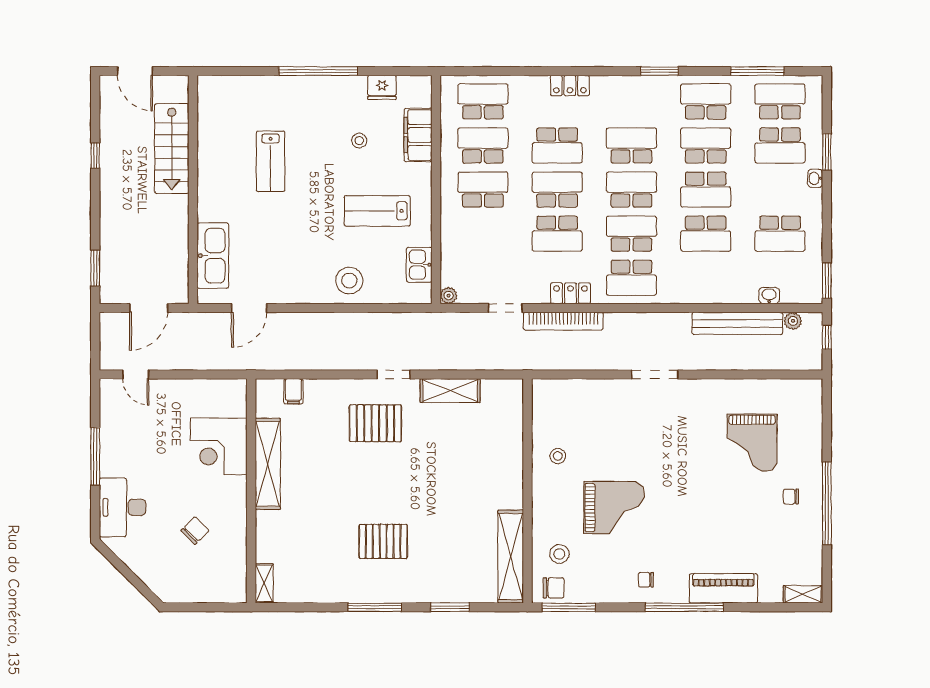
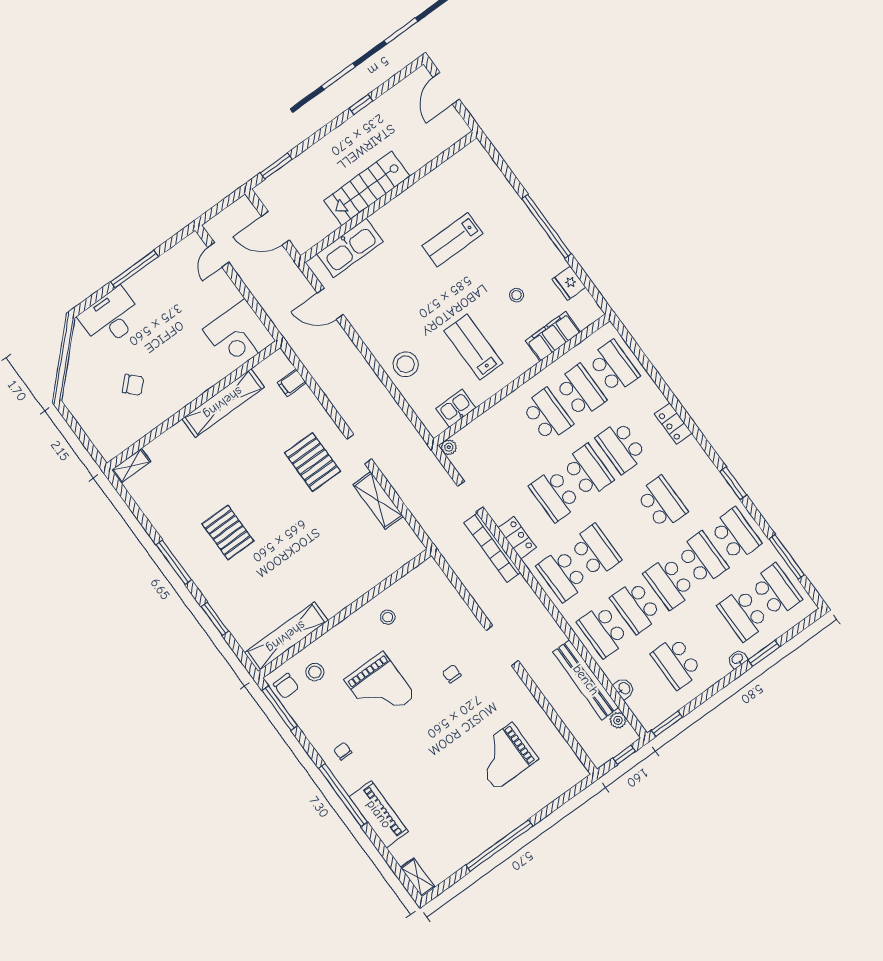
stairs: (172, 148) -> (367, 188), moved
school desk: (631, 190) -> (603, 631), moved, turned 180
corner desk: (219, 446) -> (239, 335), moved, turned -90
chair: (791, 497) -> (452, 674), moved

